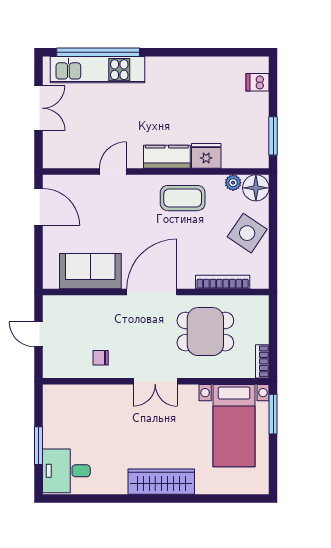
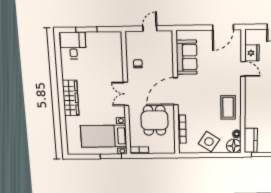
fridge: (206, 156) -> (252, 53), moved
kitchen counter: (167, 157) -> (251, 140), moved
door: (152, 292) -> (176, 91), swing flipped

